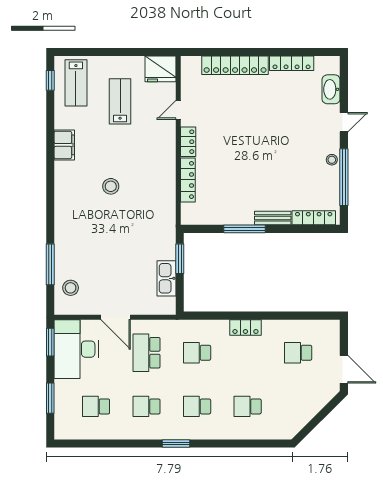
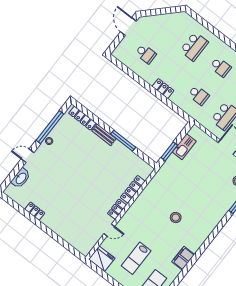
locker: (292, 63) -> (35, 211), width x0.66
locker: (235, 65) -> (61, 230), removed
school desk: (248, 406) -> (194, 46), width x1.85

